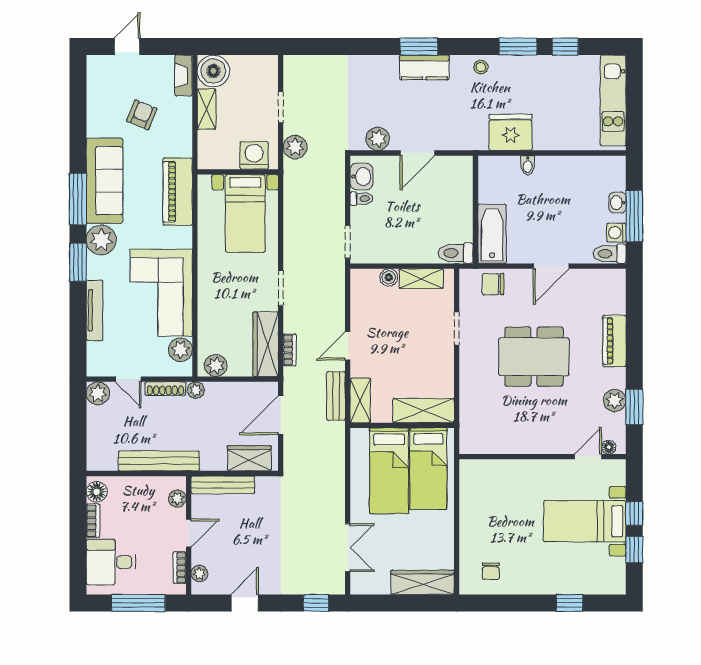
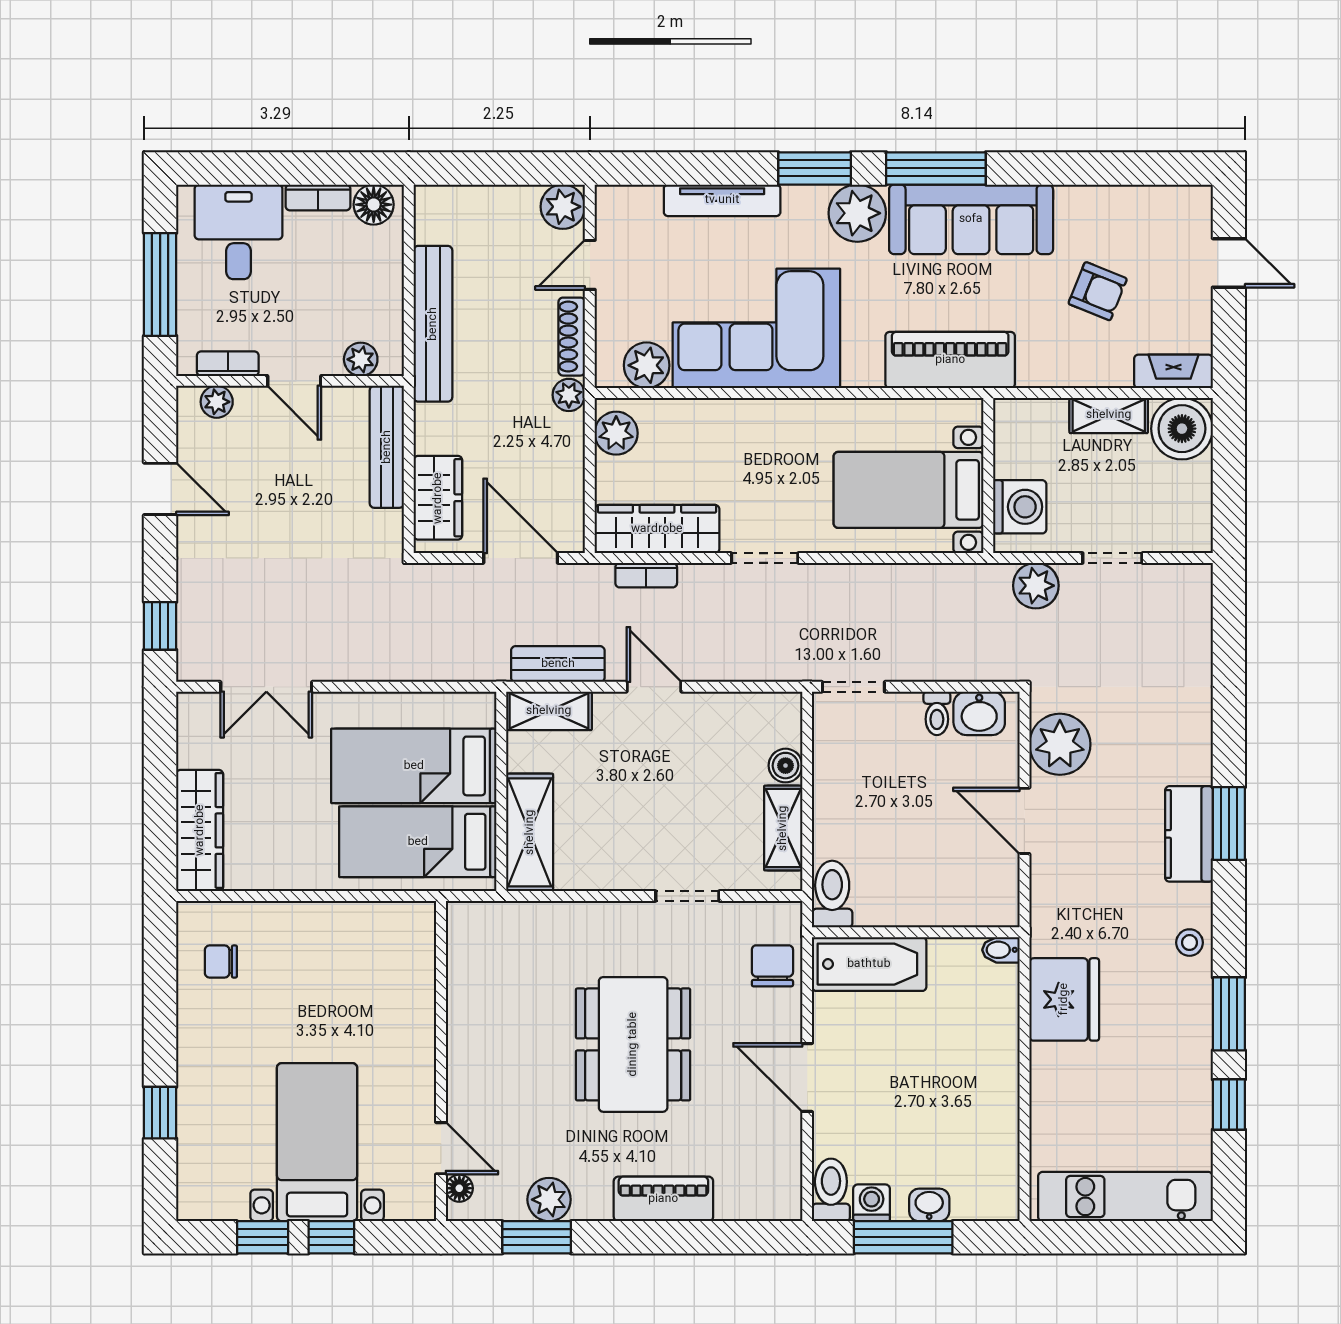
plant: (378, 139) -> (1060, 744), width x1.36, depth x1.36
bidet: (528, 165) -> (1001, 950), moved

